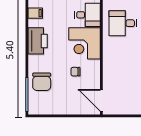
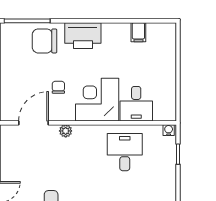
printer: (38, 41) -> (83, 36), moved
plant: (107, 66) -> (66, 131), added
door: (101, 100) -> (34, 123), moved

